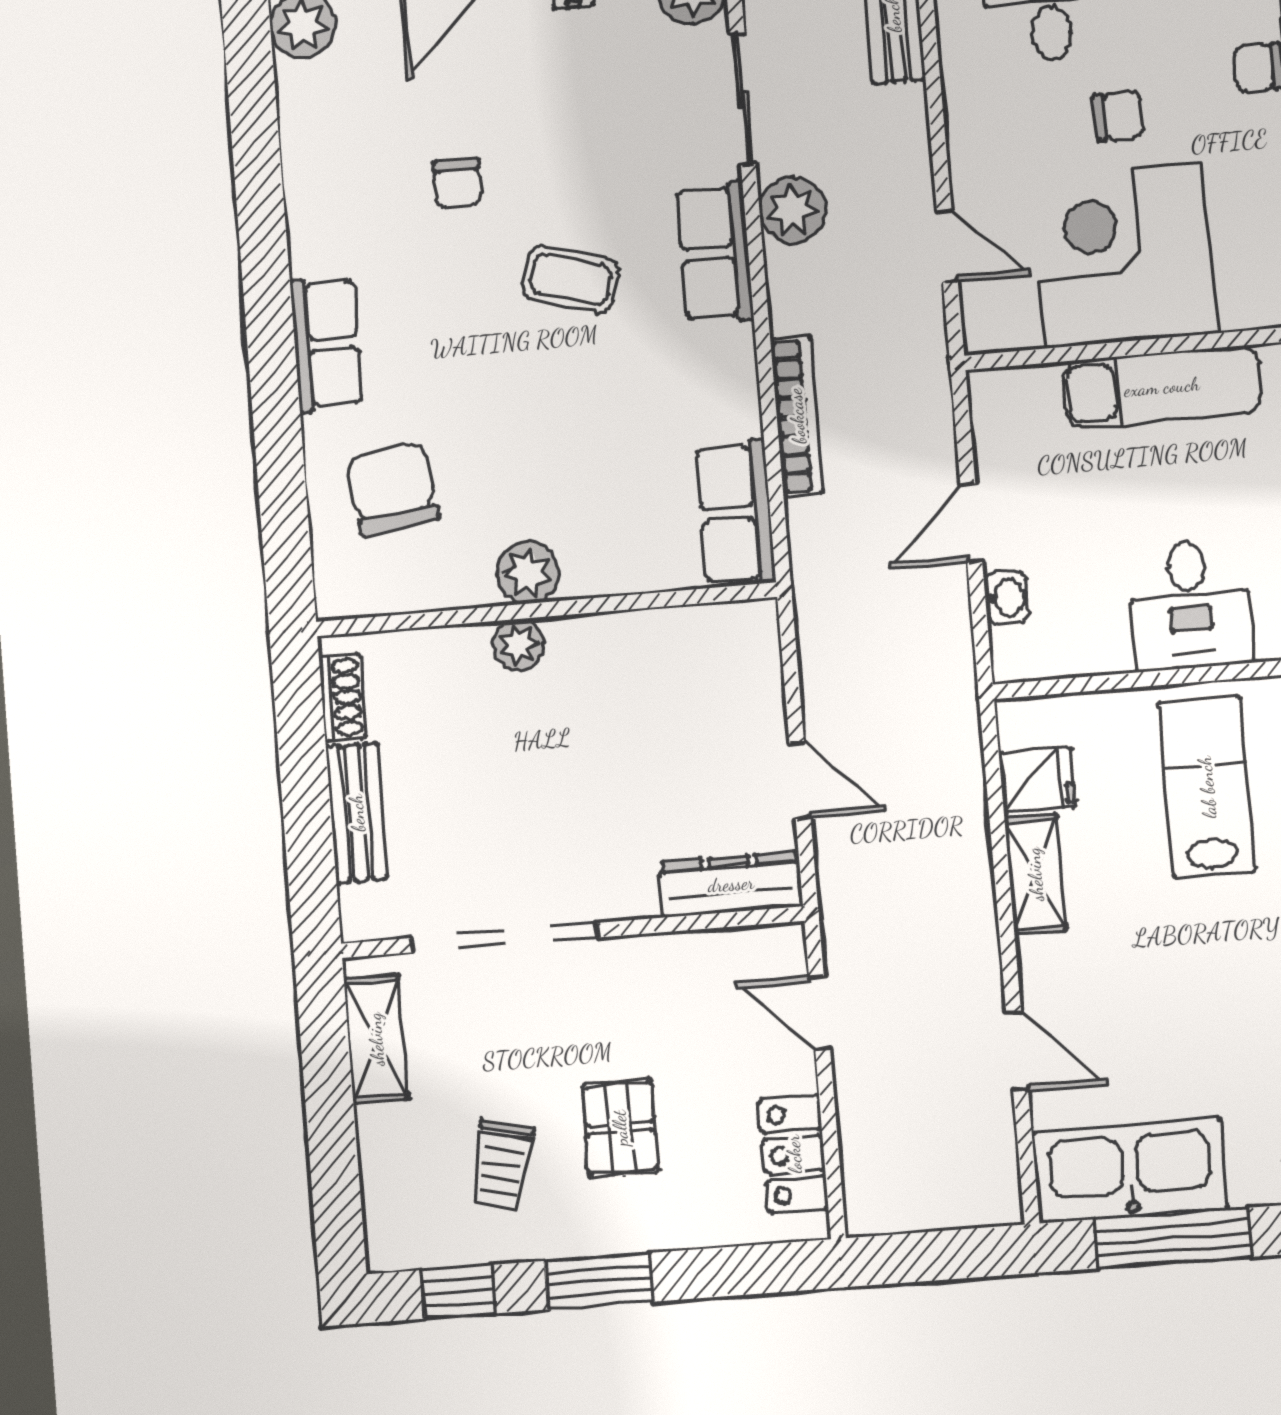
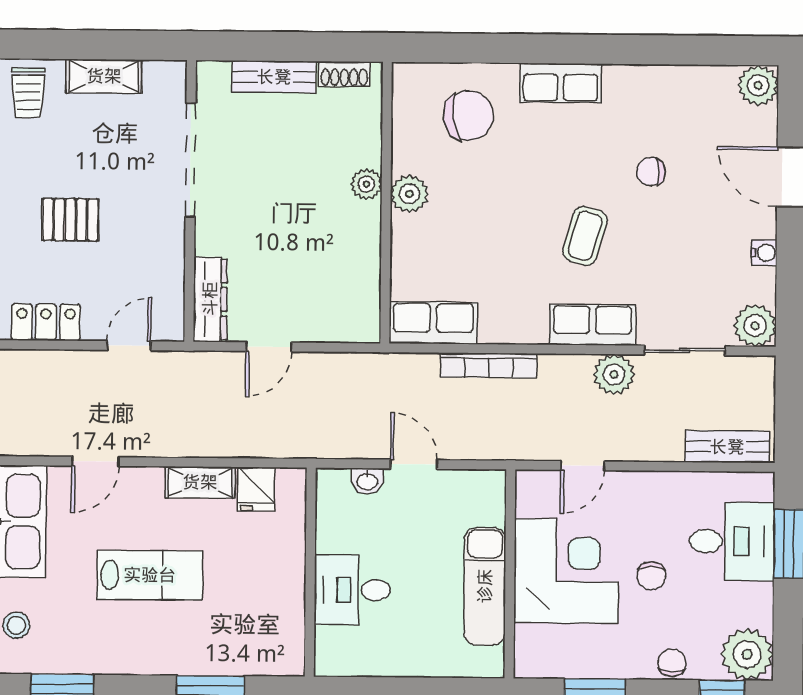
lab bench: (1207, 787) -> (150, 575), moved
shelving: (376, 1039) -> (104, 76), moved
trolley: (502, 1165) -> (28, 93), moved, turned -103

